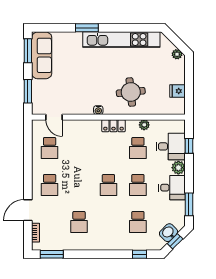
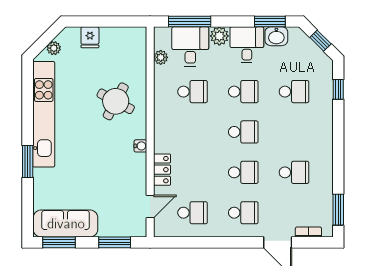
plant: (177, 54) -> (54, 48), moved
fridge: (177, 91) -> (90, 37), moved
round table: (131, 92) -> (116, 101), turned 34
plant: (144, 125) -> (161, 57), moved
locker: (114, 126) -> (162, 170), moved
window: (189, 146) -> (190, 22), width x2.17
school desk: (79, 185) -> (243, 172), added
washbasin: (169, 233) -> (276, 36), moved, turned -45

